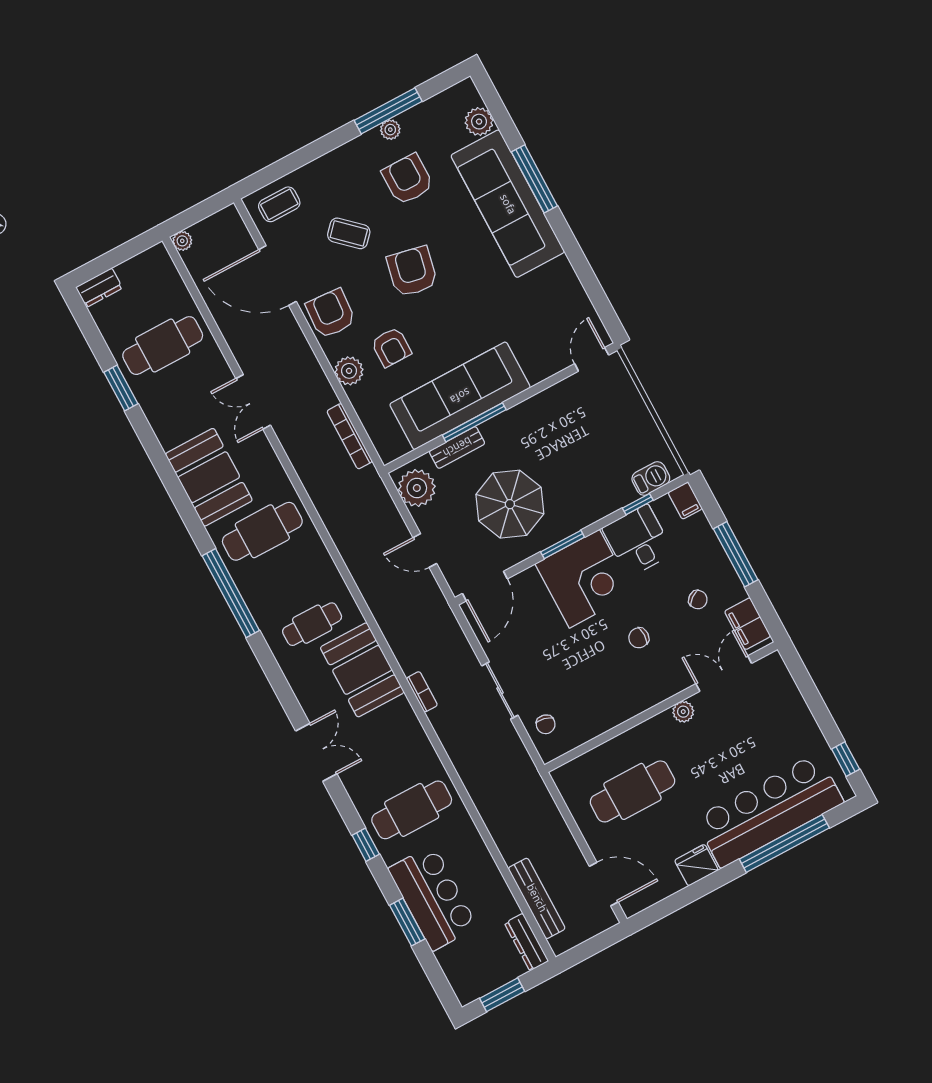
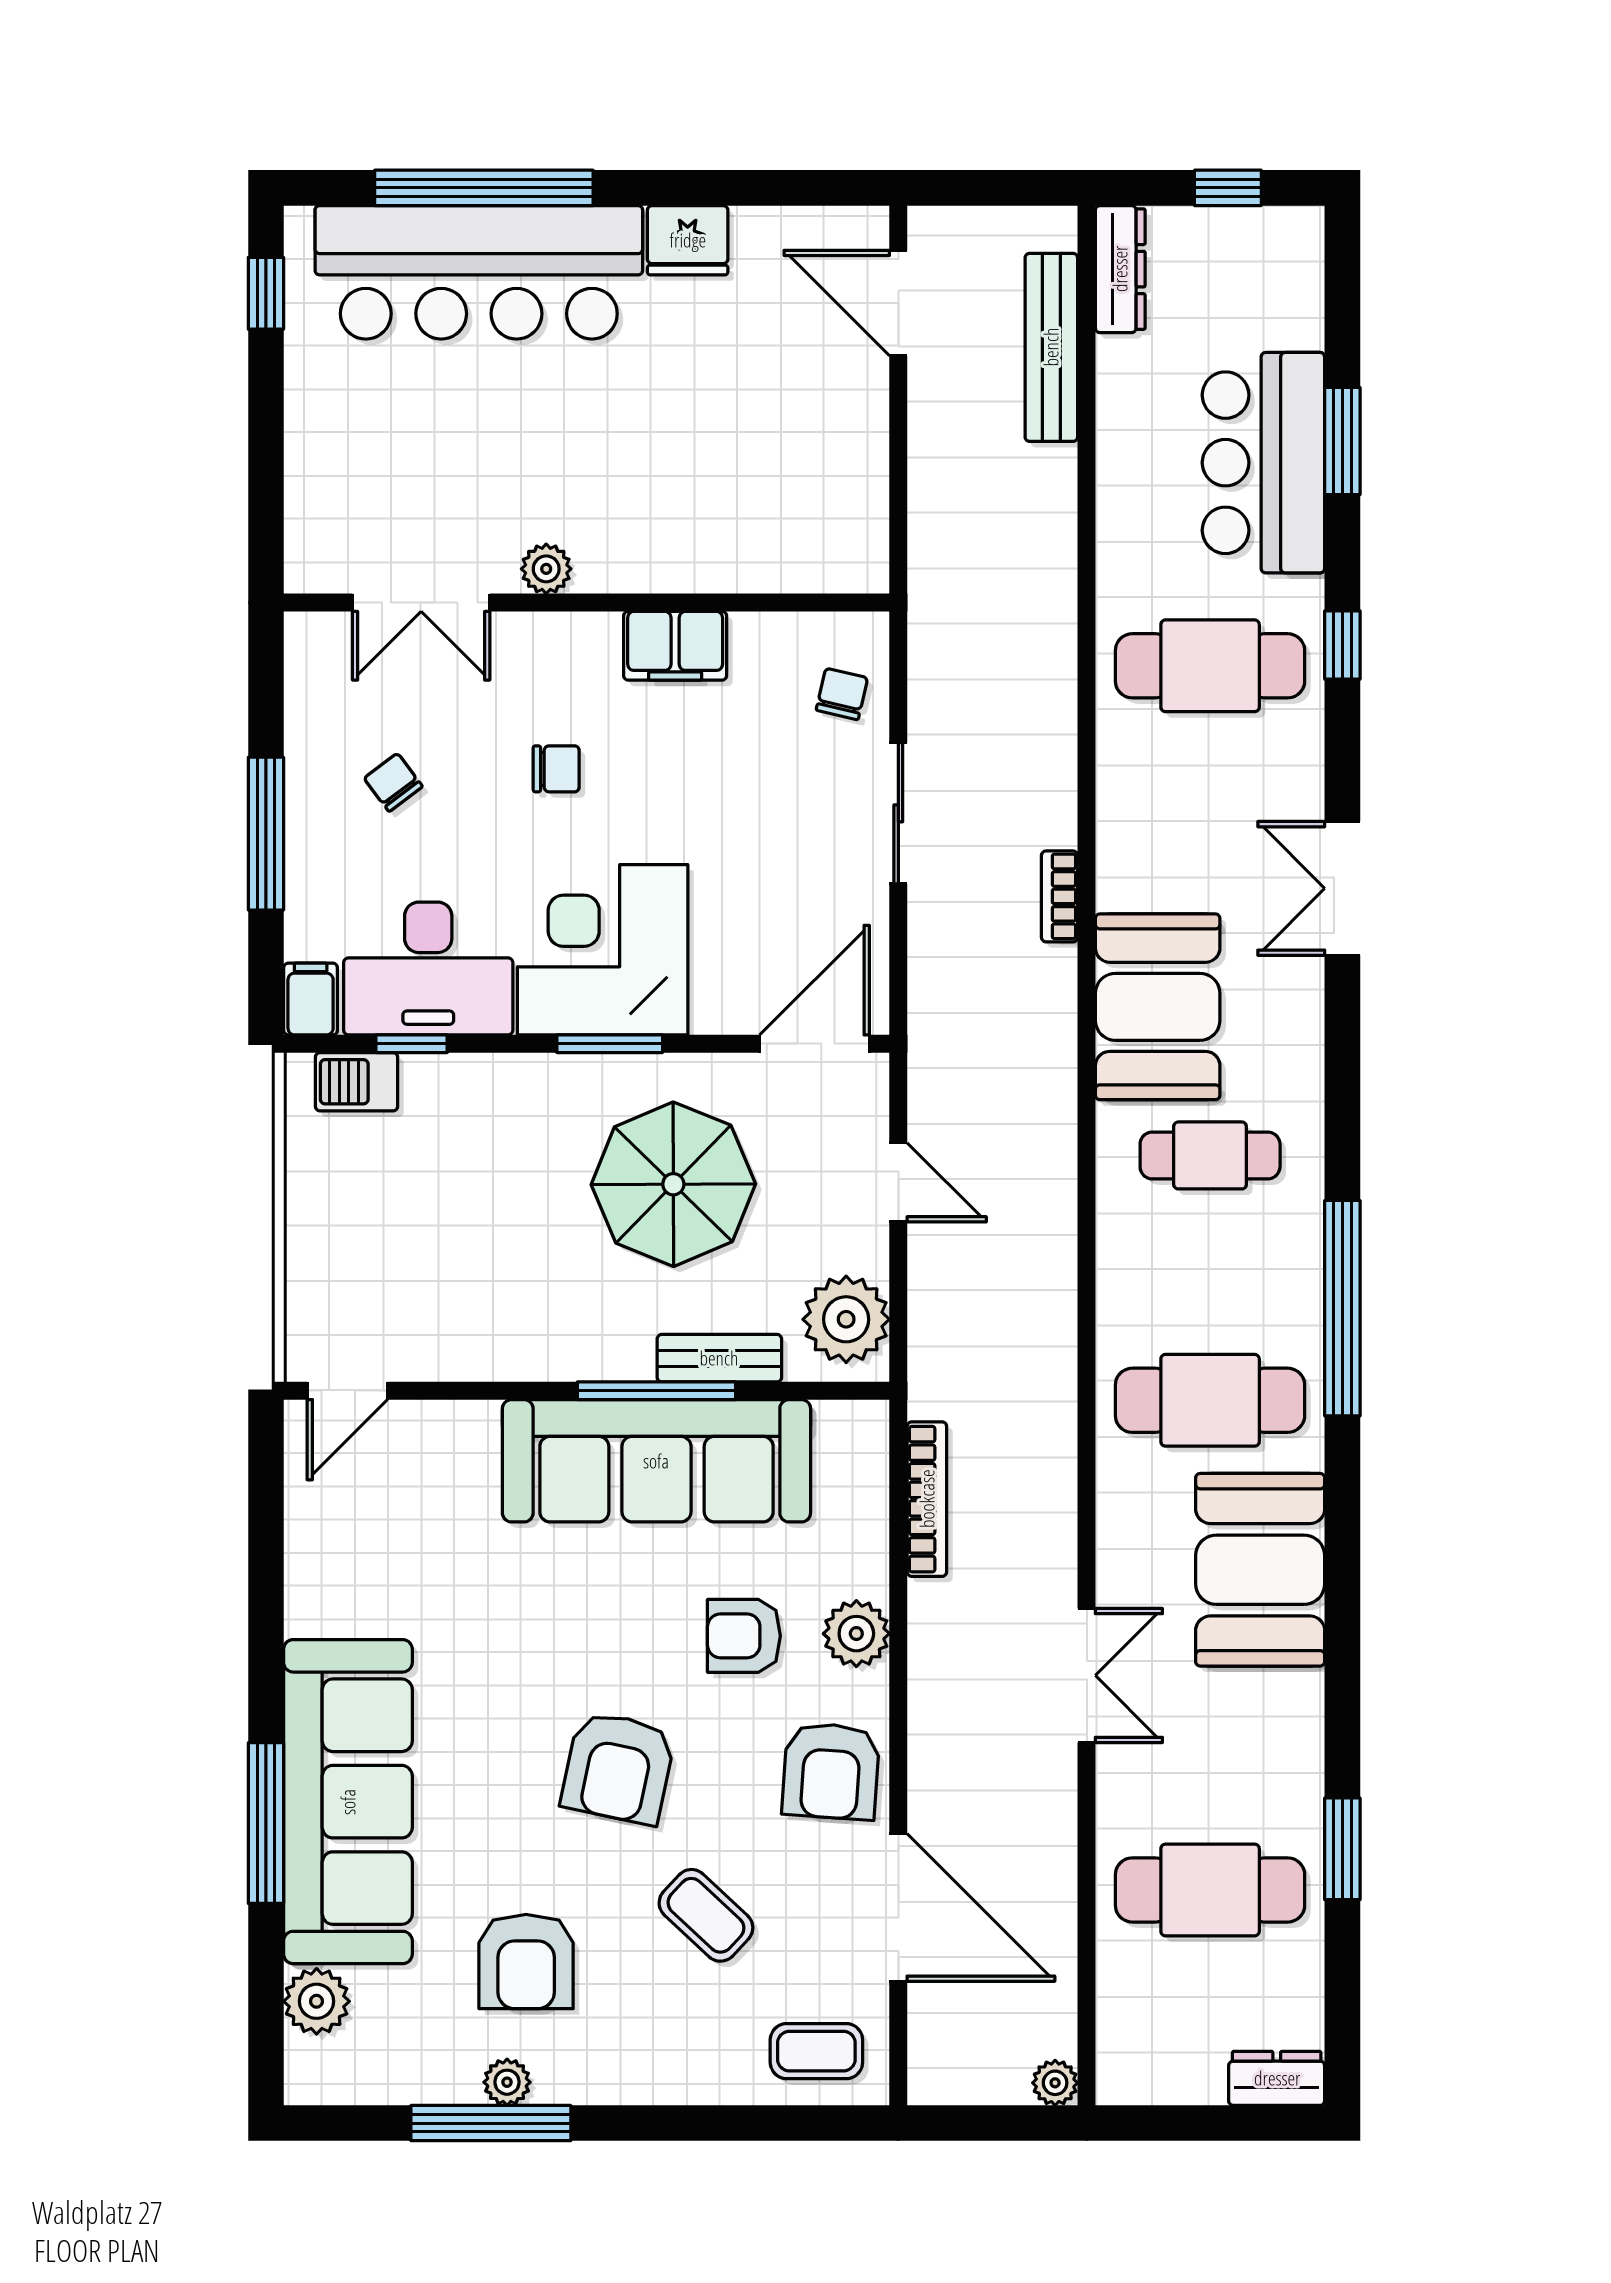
armchair: (391, 347) -> (744, 1636), turned -90
desk: (638, 541) -> (428, 968), width x1.37
filing cabinet: (748, 624) -> (675, 646), moved, turned 90
cafe table: (632, 791) -> (738, 461), removed
window: (502, 995) -> (1228, 188), width x0.67

